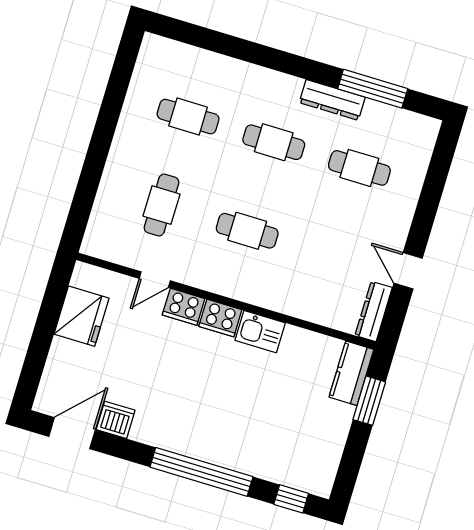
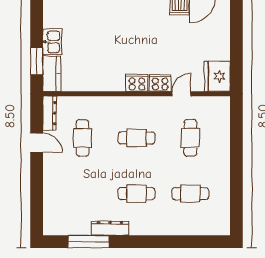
cafe table: (359, 168) -> (83, 138), moved, turned 90
fridge: (82, 316) -> (217, 76), moved
kitchen sink: (260, 332) -> (52, 42), moved, turned 90

